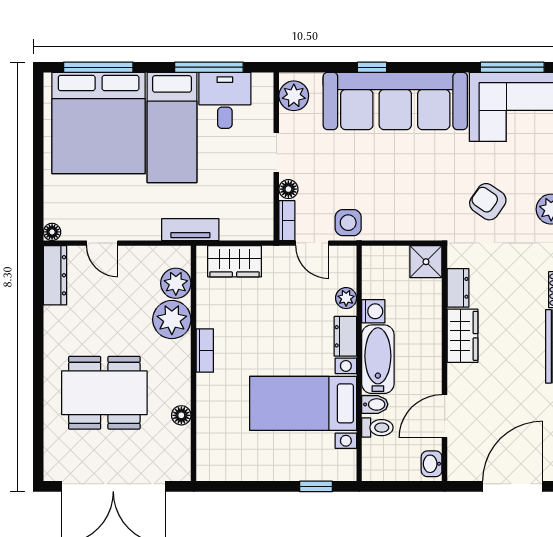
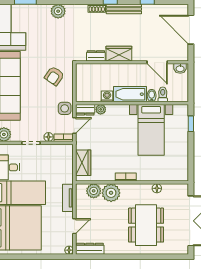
armchair: (488, 202) -> (54, 76), moved
tv unit: (190, 230) -> (68, 198), moved
shower: (426, 262) -> (83, 71), removed
dresser: (345, 336) -> (85, 110), moved

